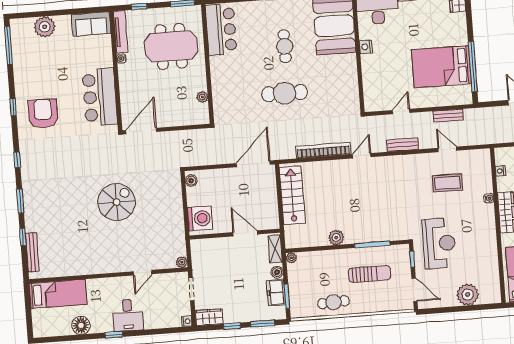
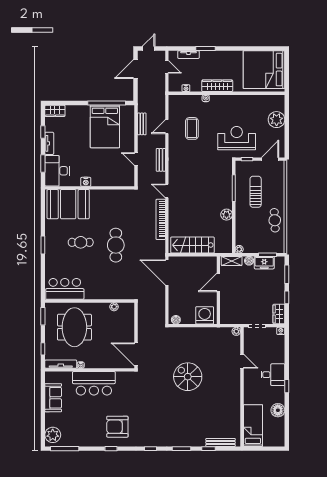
sofa: (91, 24) -> (53, 398), moved
plant: (45, 27) -> (53, 435), moved
bar counter: (100, 97) -> (94, 383), moved

